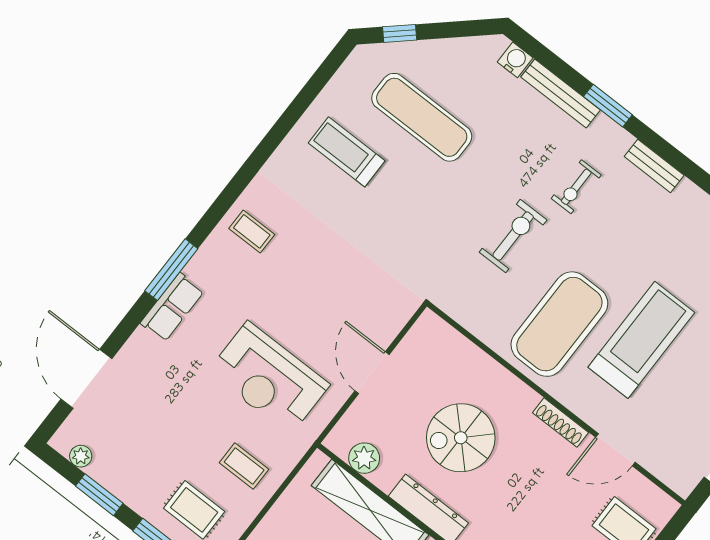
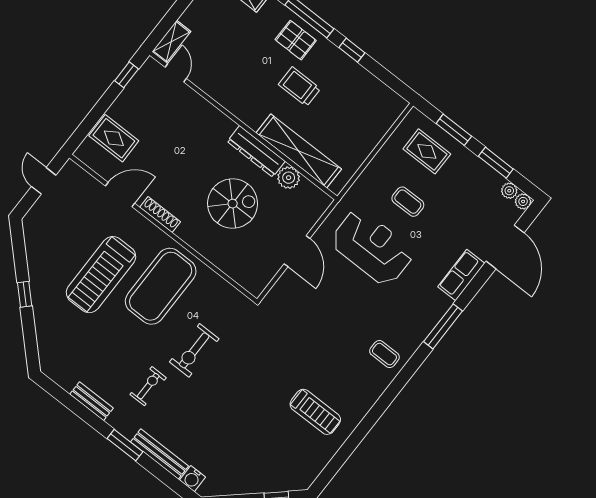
exercise mat: (422, 117) -> (261, 437), removed
row of seats: (172, 307) -> (461, 275), moved
plant: (62, 441) -> (523, 201), added
plant: (364, 458) -> (289, 178), moved
coffee table: (244, 466) -> (408, 202), moved

